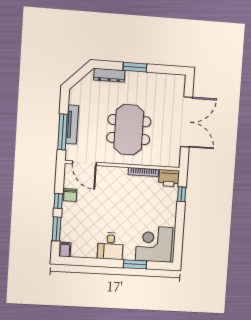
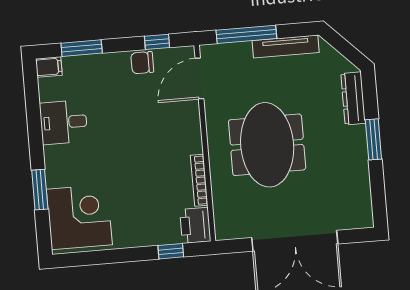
tv unit: (72, 124) -> (286, 47), moved
meeting table: (129, 130) -> (267, 145), turned 90
window: (58, 201) -> (157, 42), moved
desk: (110, 246) -> (64, 122), moved

